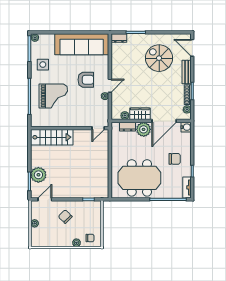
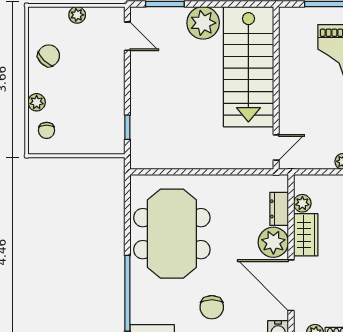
door: (98, 128) -> (276, 147), swing flipped
stairs: (52, 137) -> (248, 67), width x1.36, depth x1.51
plant: (38, 175) -> (203, 23), moved
chair: (65, 217) -> (49, 56), moved

